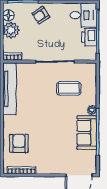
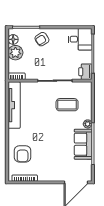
printer: (89, 37) -> (85, 72), moved
armchair: (19, 143) -> (23, 154), turned 180

